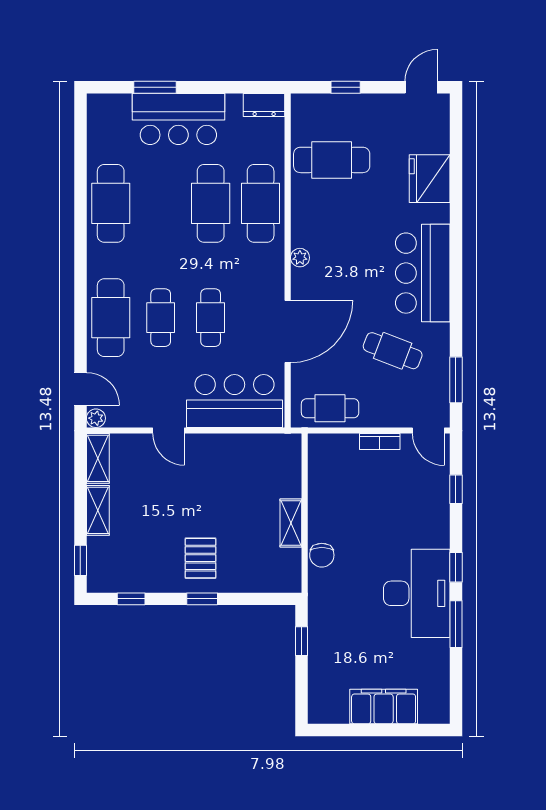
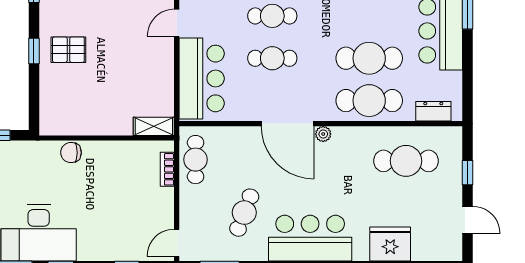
door: (421, 87) -> (468, 220), moved
dresser: (264, 105) -> (433, 111), moved, turned 90
cafe table: (332, 160) -> (406, 161), turned 90
door: (288, 331) -> (287, 124), moved
bookcase: (380, 441) -> (167, 169), moved
shelving: (291, 523) -> (154, 126), moved

